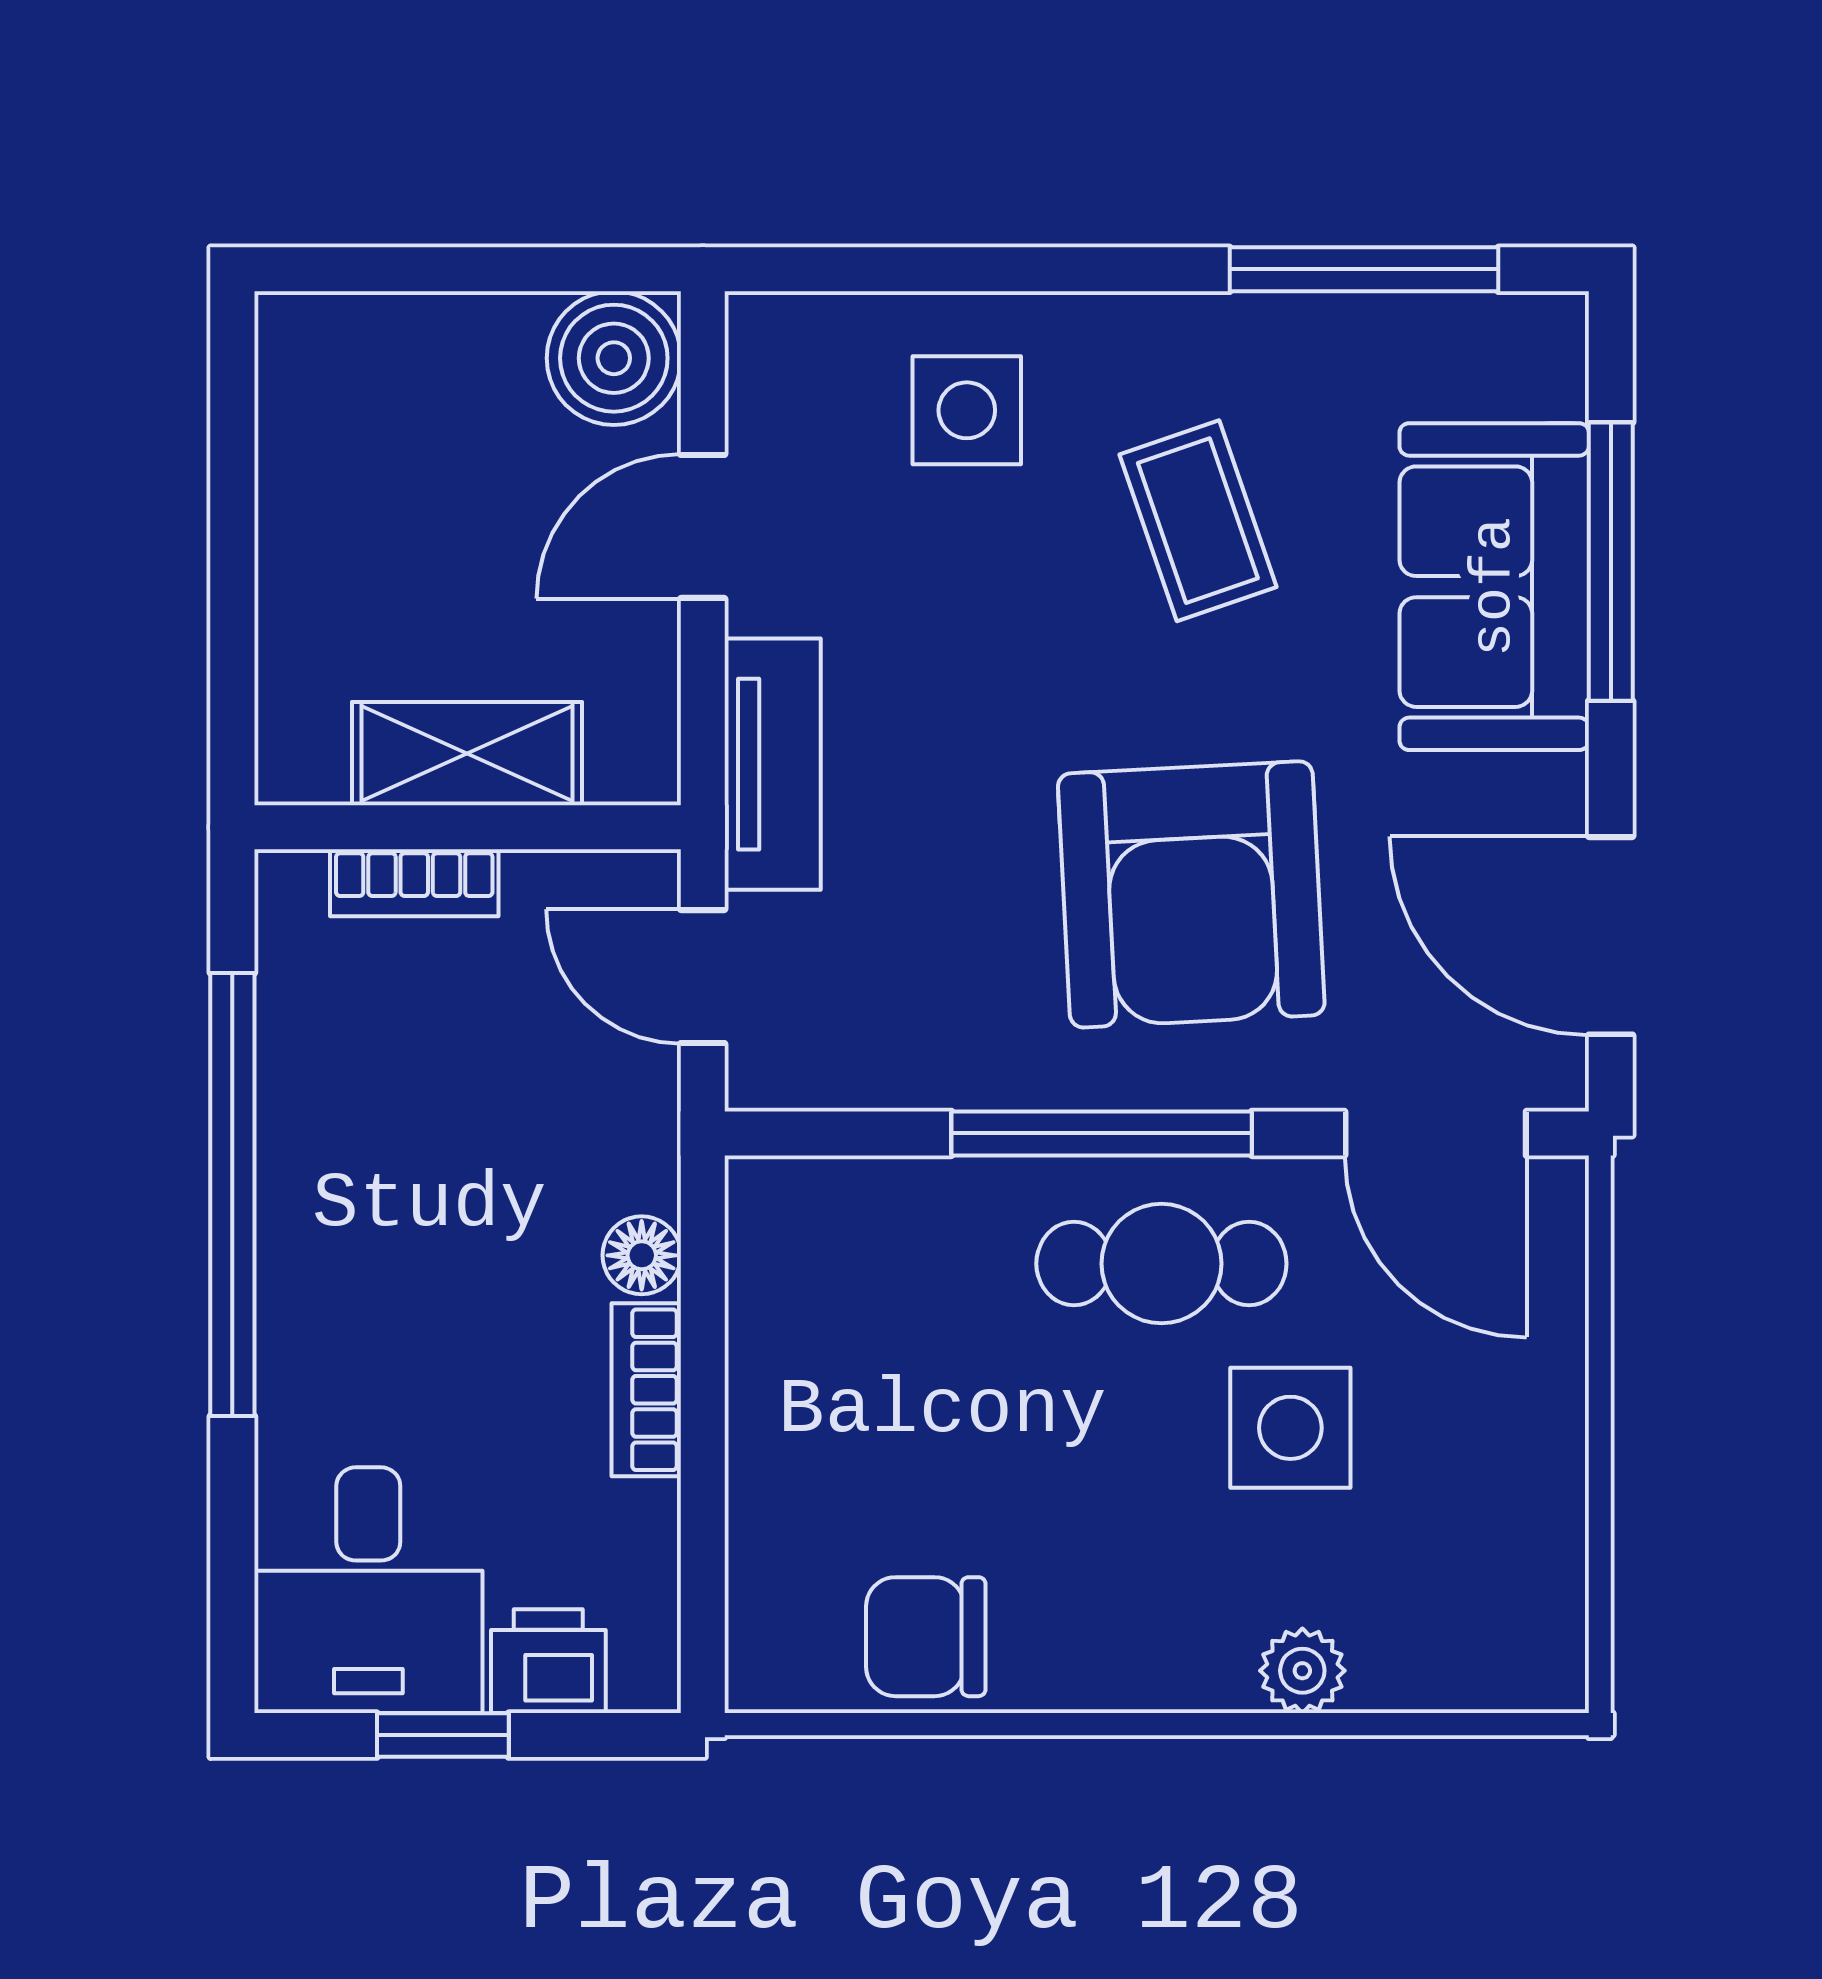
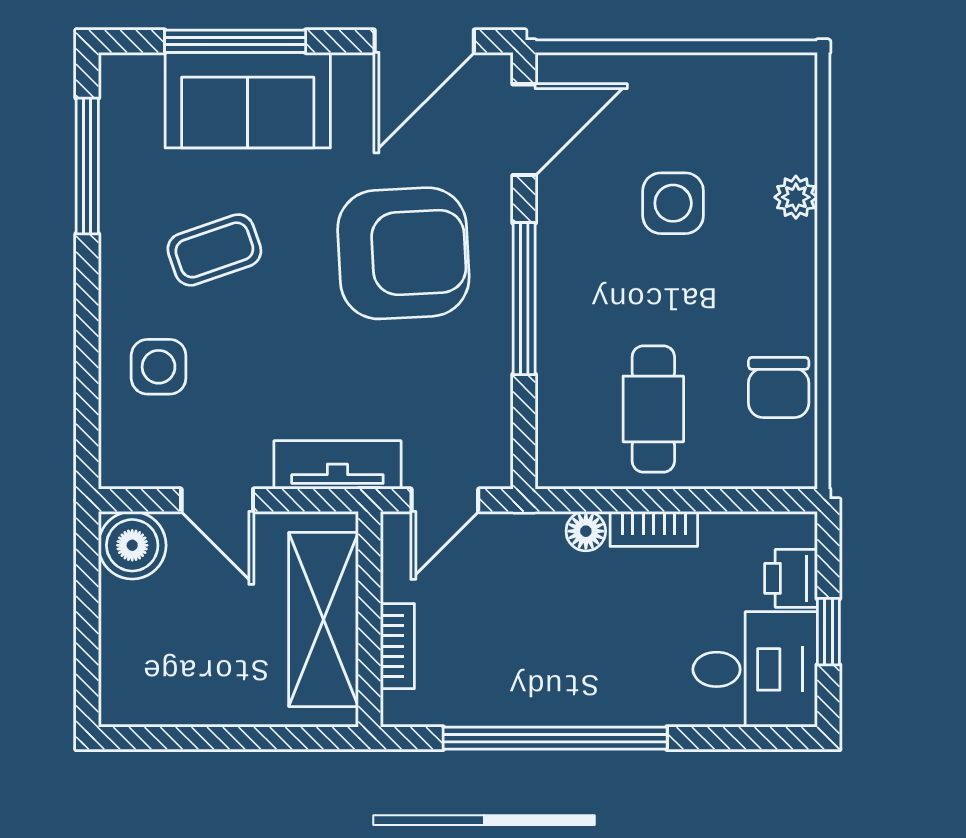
shelving: (467, 754) -> (323, 619), width x1.50, depth x1.33
cafe table: (1161, 1264) -> (653, 409), moved

